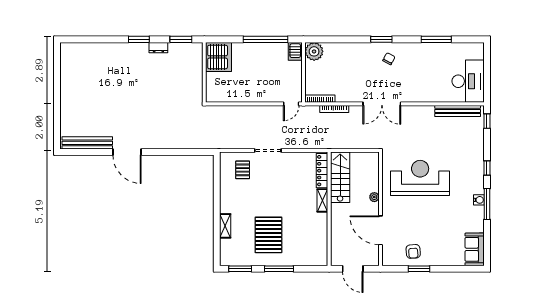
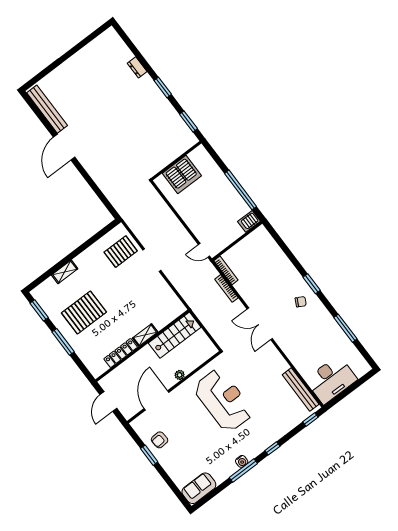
dresser: (158, 48) -> (137, 67), moved
plant: (314, 51) -> (261, 237), removed
server rack: (219, 57) -> (182, 175), moved
pallet: (243, 170) -> (121, 252), width x1.50, depth x1.42
locker: (322, 171) -> (121, 353), moved

